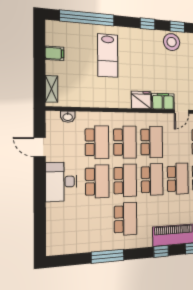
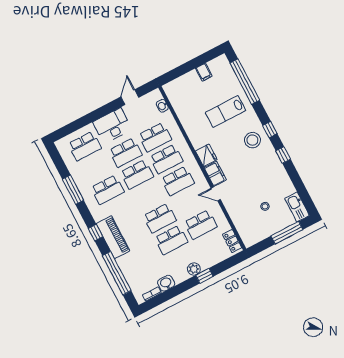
stool: (172, 42) -> (252, 140), moved
shelving: (52, 89) -> (176, 84), removed
school desk: (152, 179) -> (85, 146), moved

